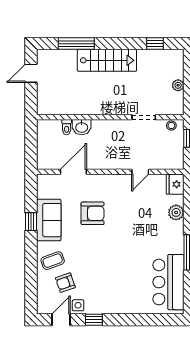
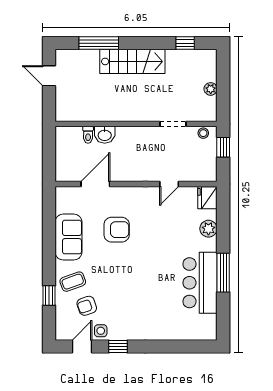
door: (31, 73) -> (49, 76), hinge flipped
window: (31, 222) -> (49, 296), moved
bar counter: (168, 282) -> (200, 283), moved

